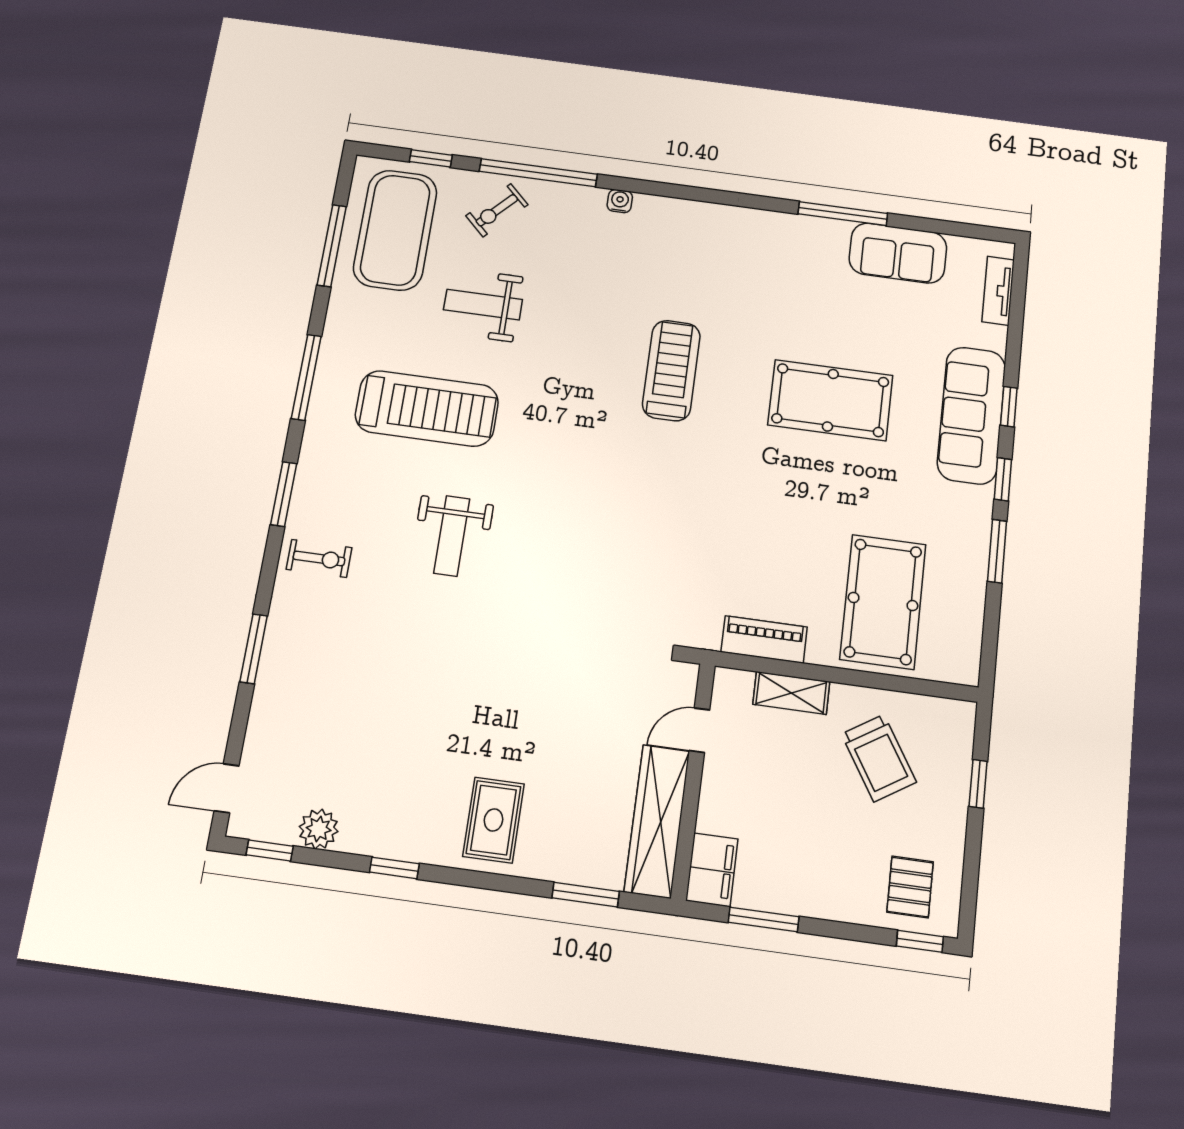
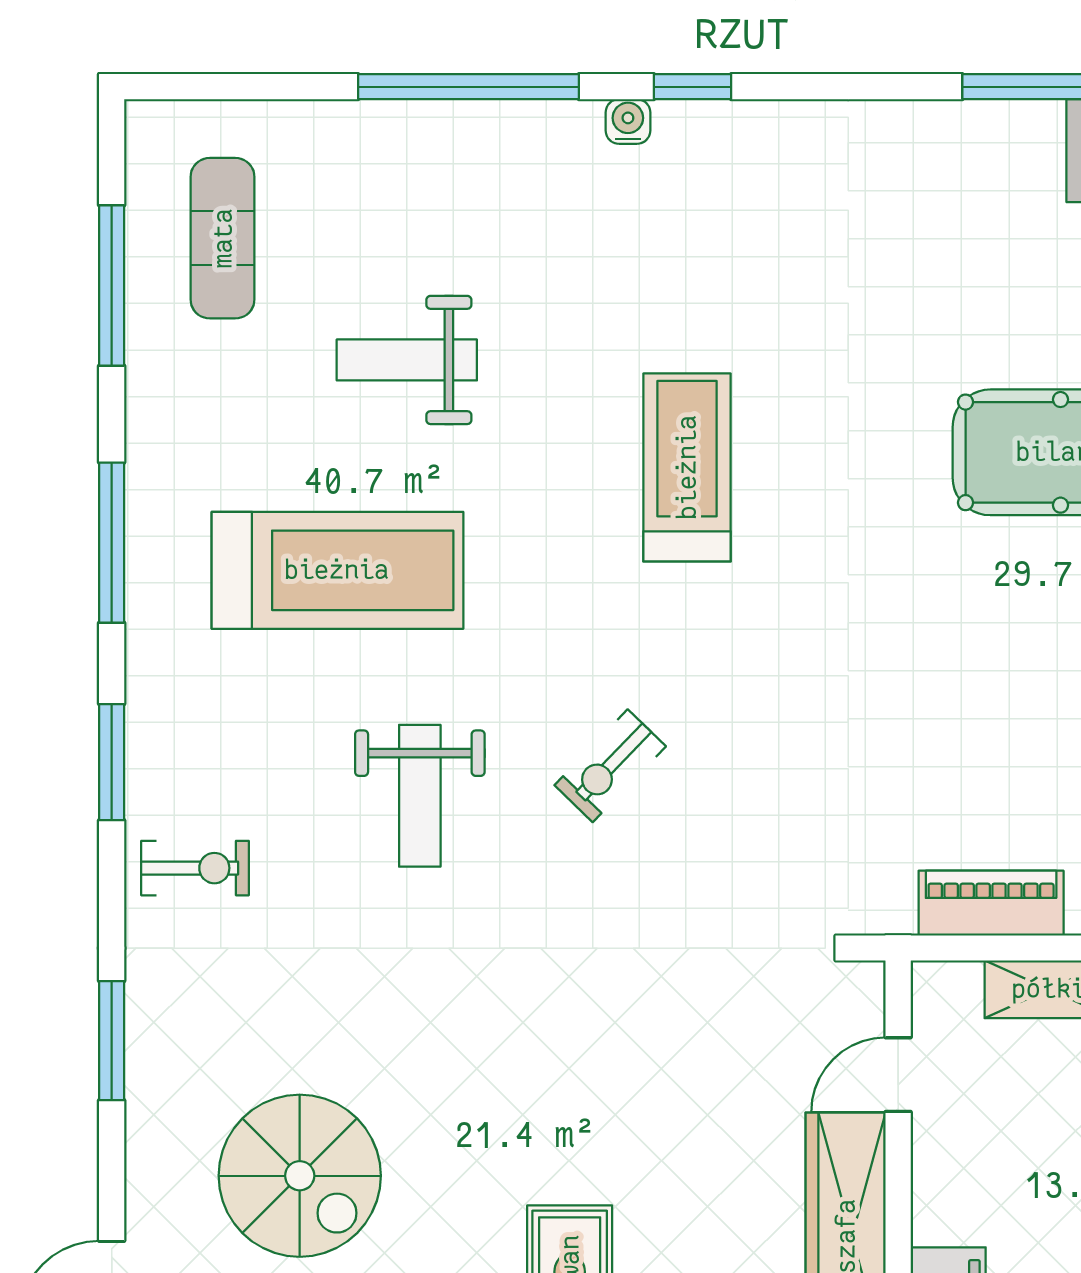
window: (431, 158) -> (693, 87), moved
exercise bike: (497, 210) -> (610, 766), moved
exercise mat: (395, 230) -> (223, 238), width x0.50, depth x0.69
treadmill: (671, 370) -> (687, 467), moved
spiral stairs: (347, 741) -> (300, 1176), added

